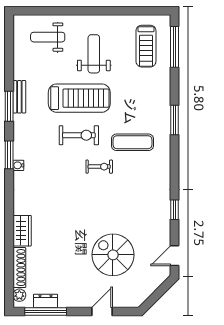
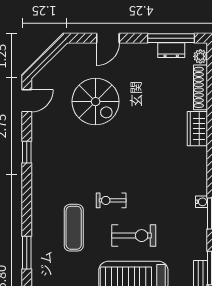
exercise bike: (79, 135) -> (134, 236), turned 180
exercise mat: (132, 142) -> (74, 228), turned 90

